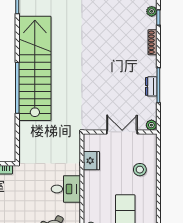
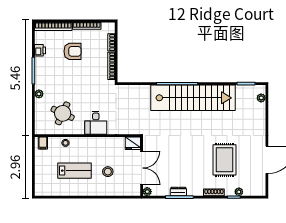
rug: (112, 29) -> (224, 160), added
double door: (122, 132) -> (142, 168), width x1.37
fridge: (91, 161) -> (133, 143), moved
stool: (140, 170) -> (108, 172), moved

